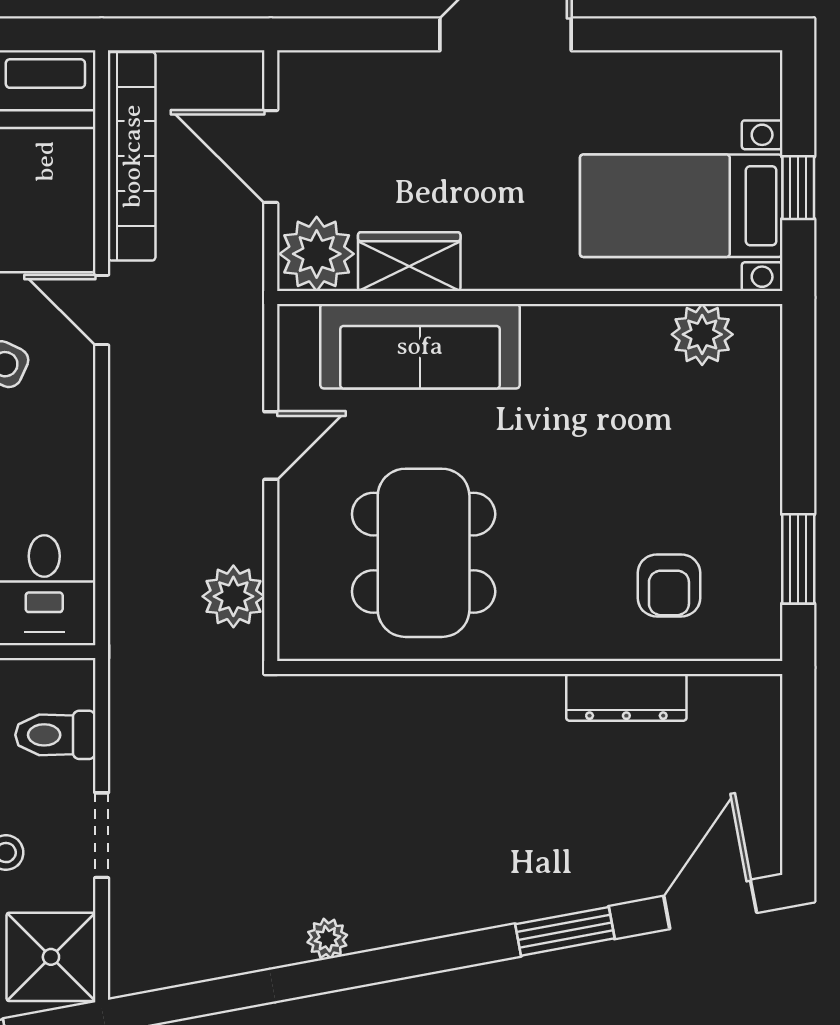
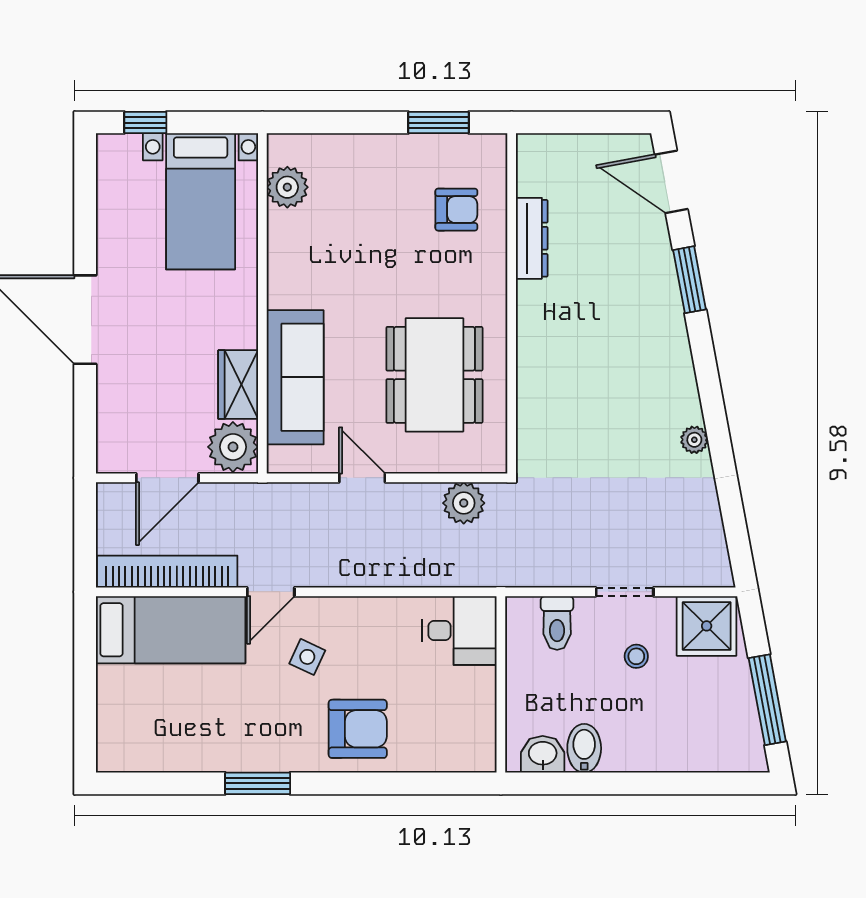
window: (798, 188) -> (145, 123), moved
dining table: (424, 553) -> (434, 375), turned 90

